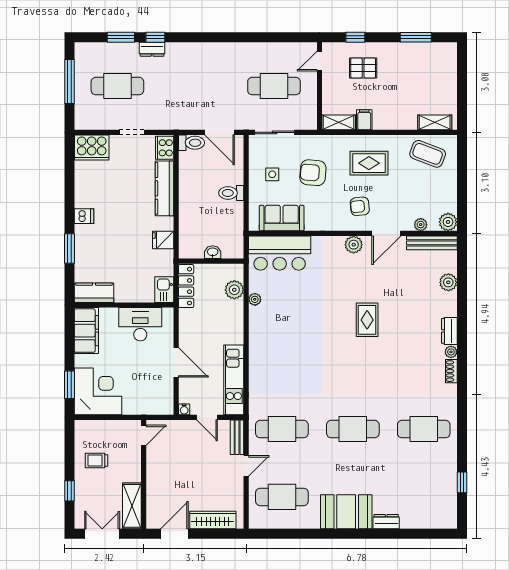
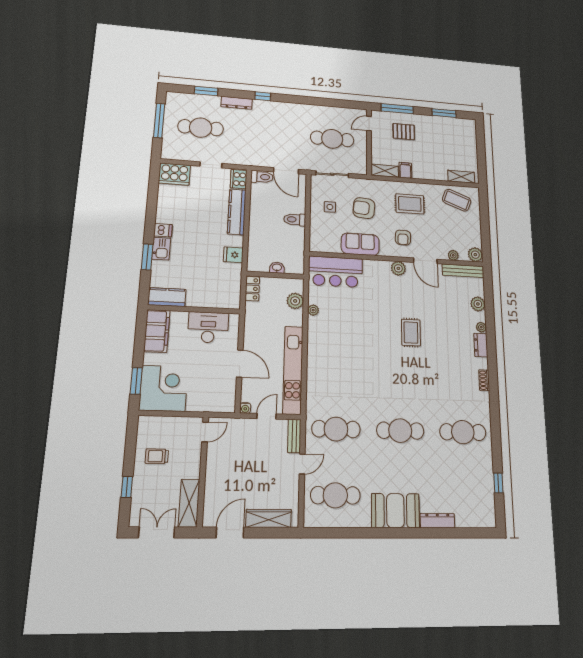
window: (155, 37) -> (263, 96), moved
window: (355, 37) -> (397, 109), width x2.17
dresser: (152, 49) -> (237, 103), width x1.44
armchair: (360, 206) -> (403, 238), turned -82
sofa: (282, 218) -> (360, 244), moved
door: (386, 233) -> (425, 261), hinge flipped
locker: (186, 286) -> (252, 289), width x0.66
kitchen sink: (164, 290) -> (161, 249), moved, turned 180
plant: (451, 352) -> (481, 327), moved
kitchen unit: (234, 380) -> (293, 370), width x1.36
door: (207, 417) -> (267, 416), swing flipped
dresser: (386, 522) -> (437, 521), width x1.44

